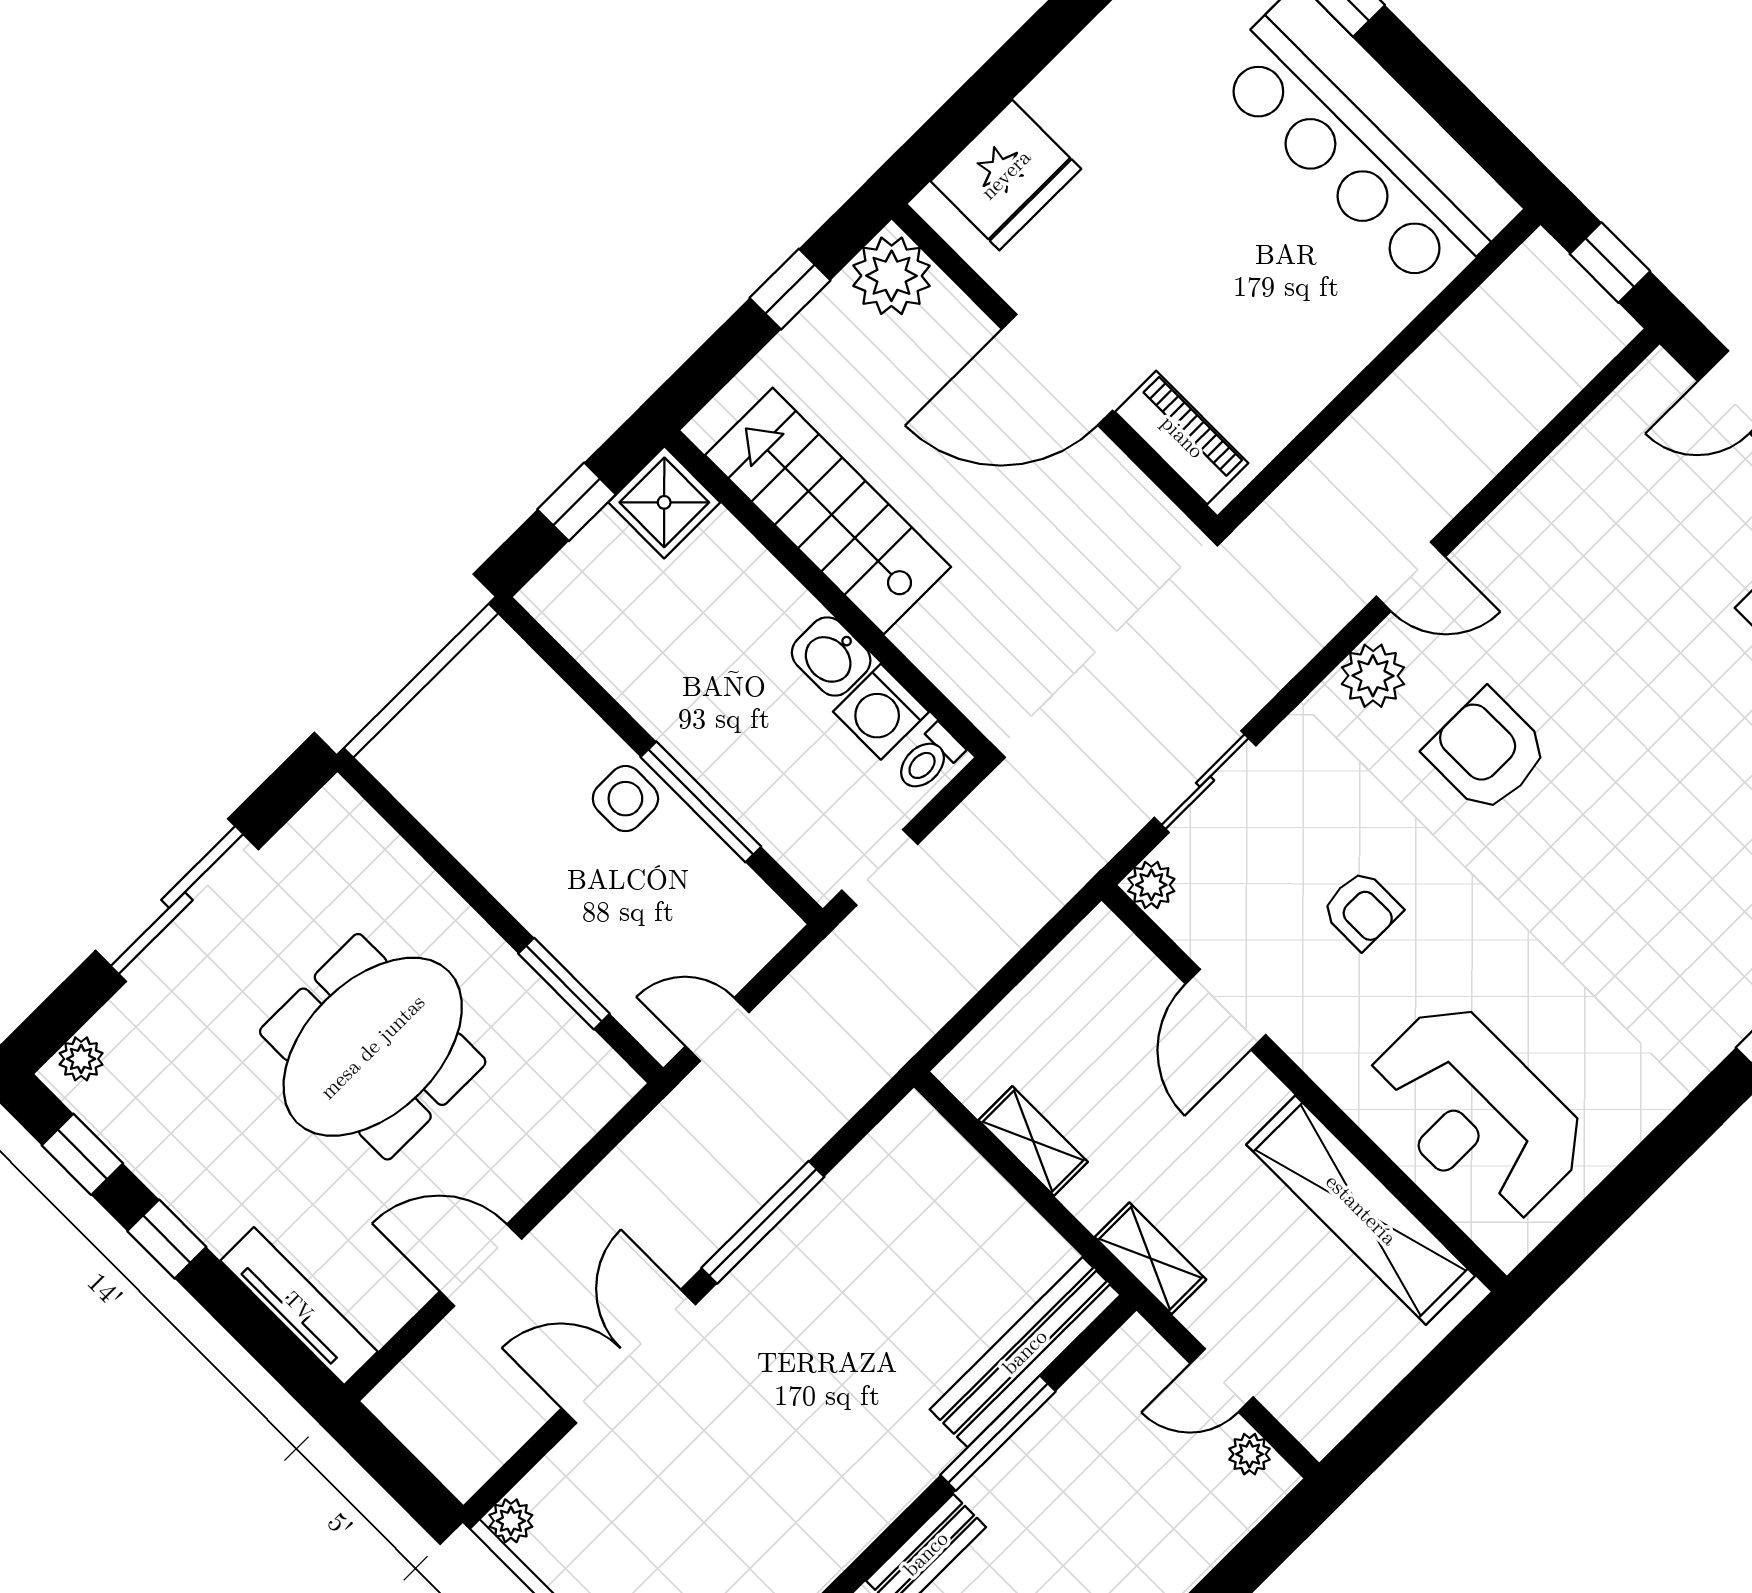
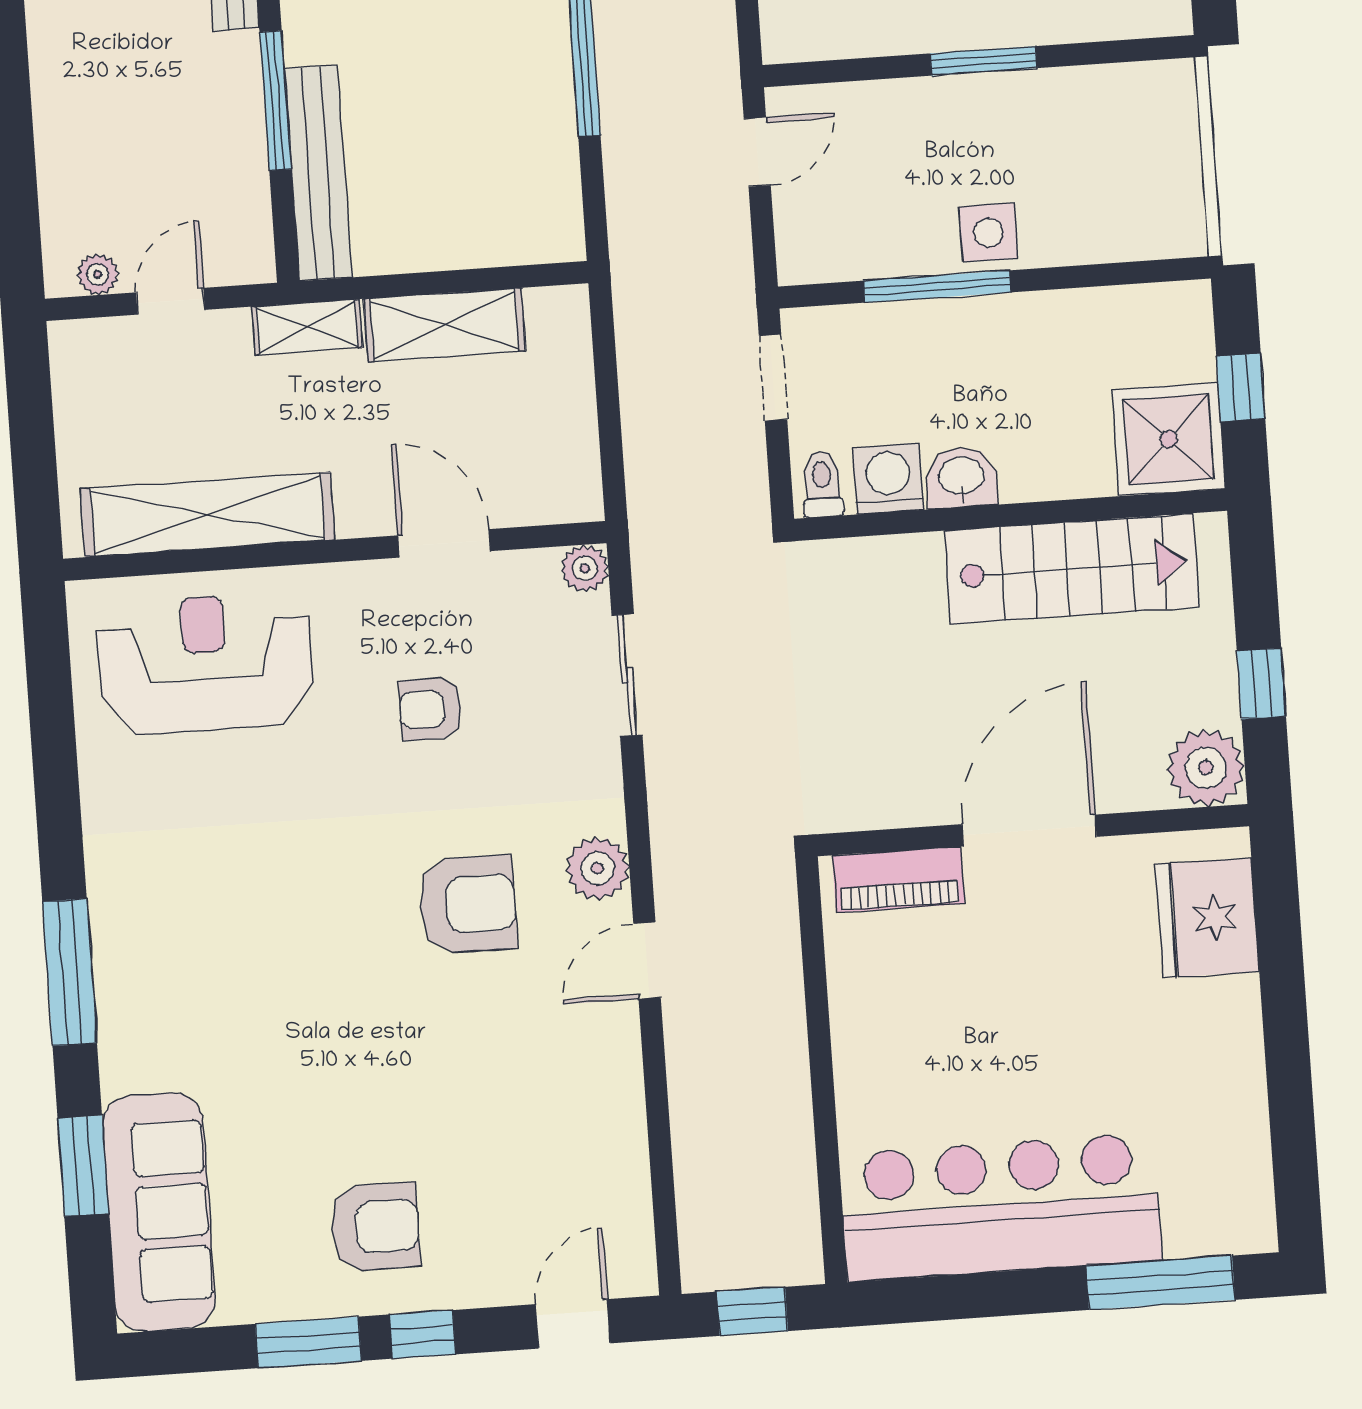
shower: (664, 502) -> (1169, 439), width x1.36, depth x1.36
window: (564, 984) -> (984, 61), moved
shelving: (1033, 1141) -> (445, 325), width x1.50, depth x1.33

